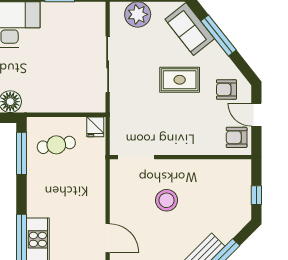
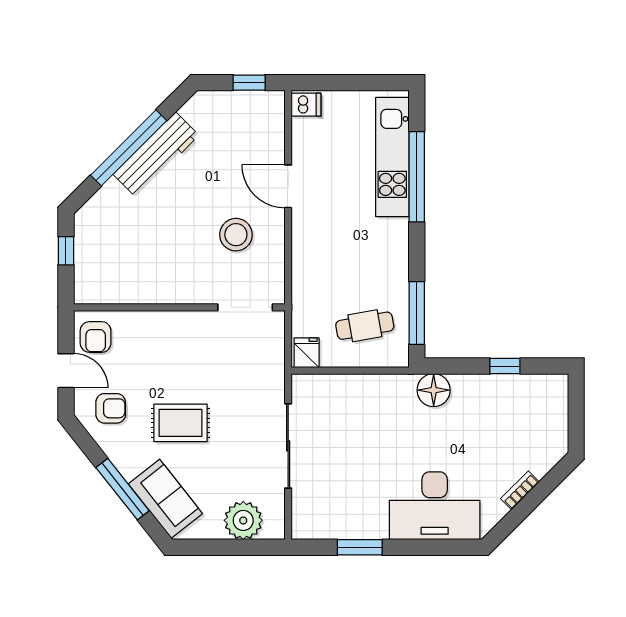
armchair: (237, 137) -> (96, 337), turned 90
stool: (167, 200) -> (236, 235), moved

